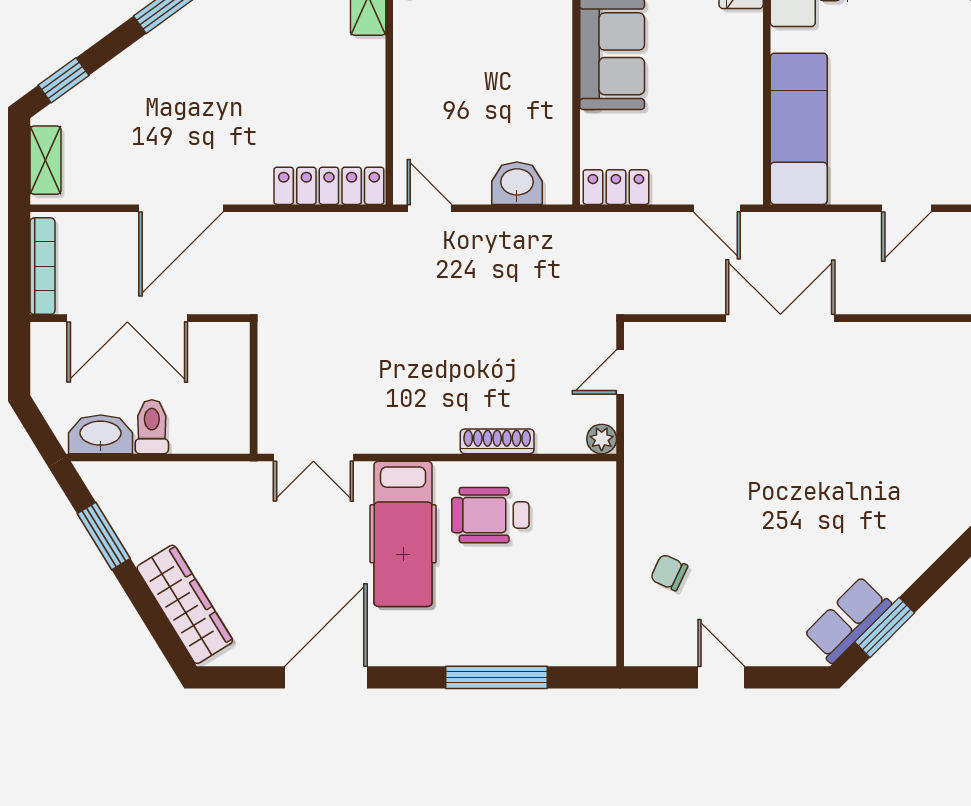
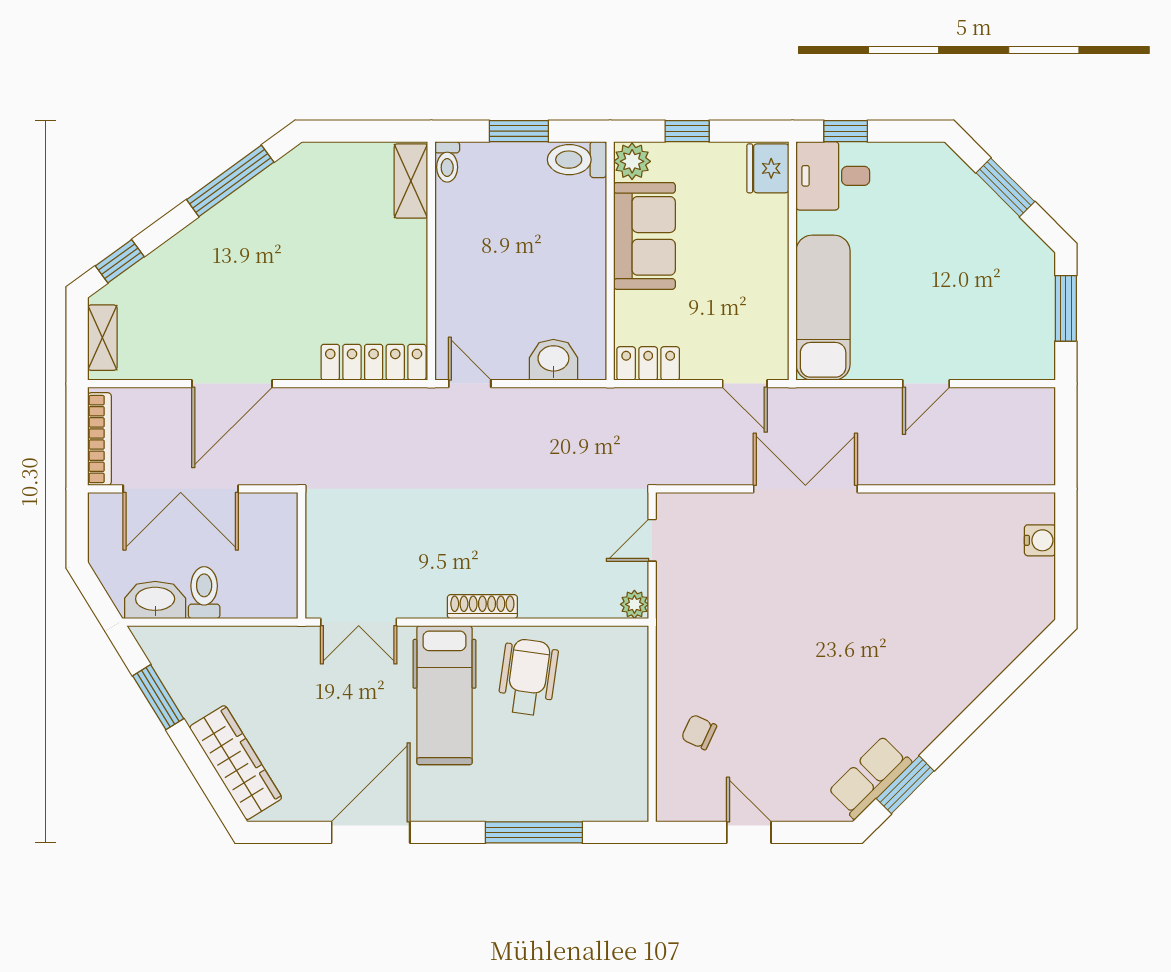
shoe rack: (497, 441) -> (482, 607), moved
wheelchair: (490, 515) -> (528, 677), turned 98

